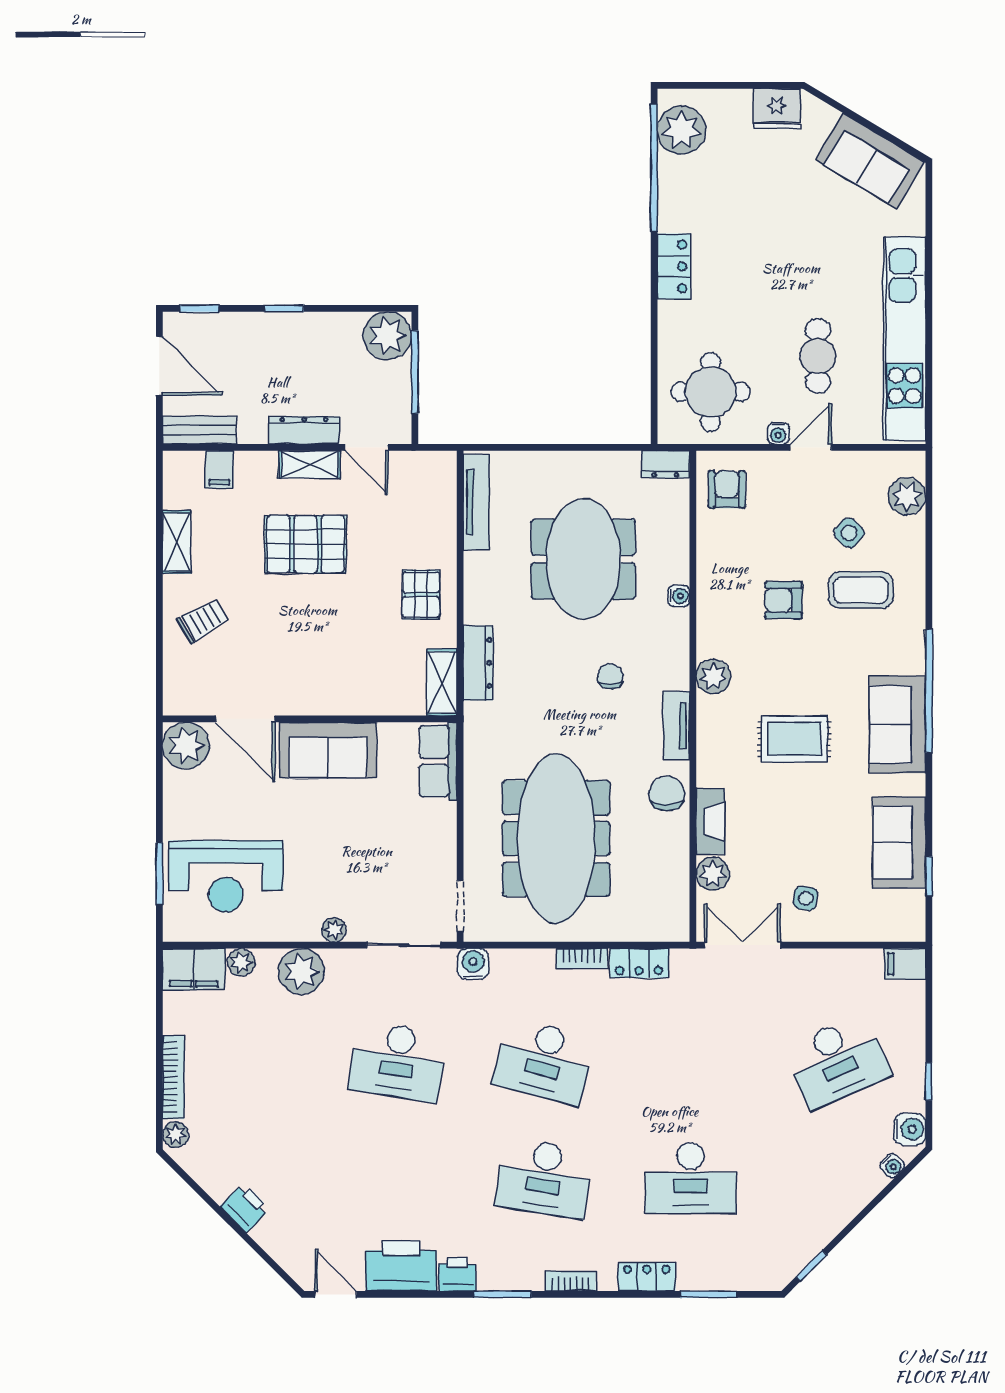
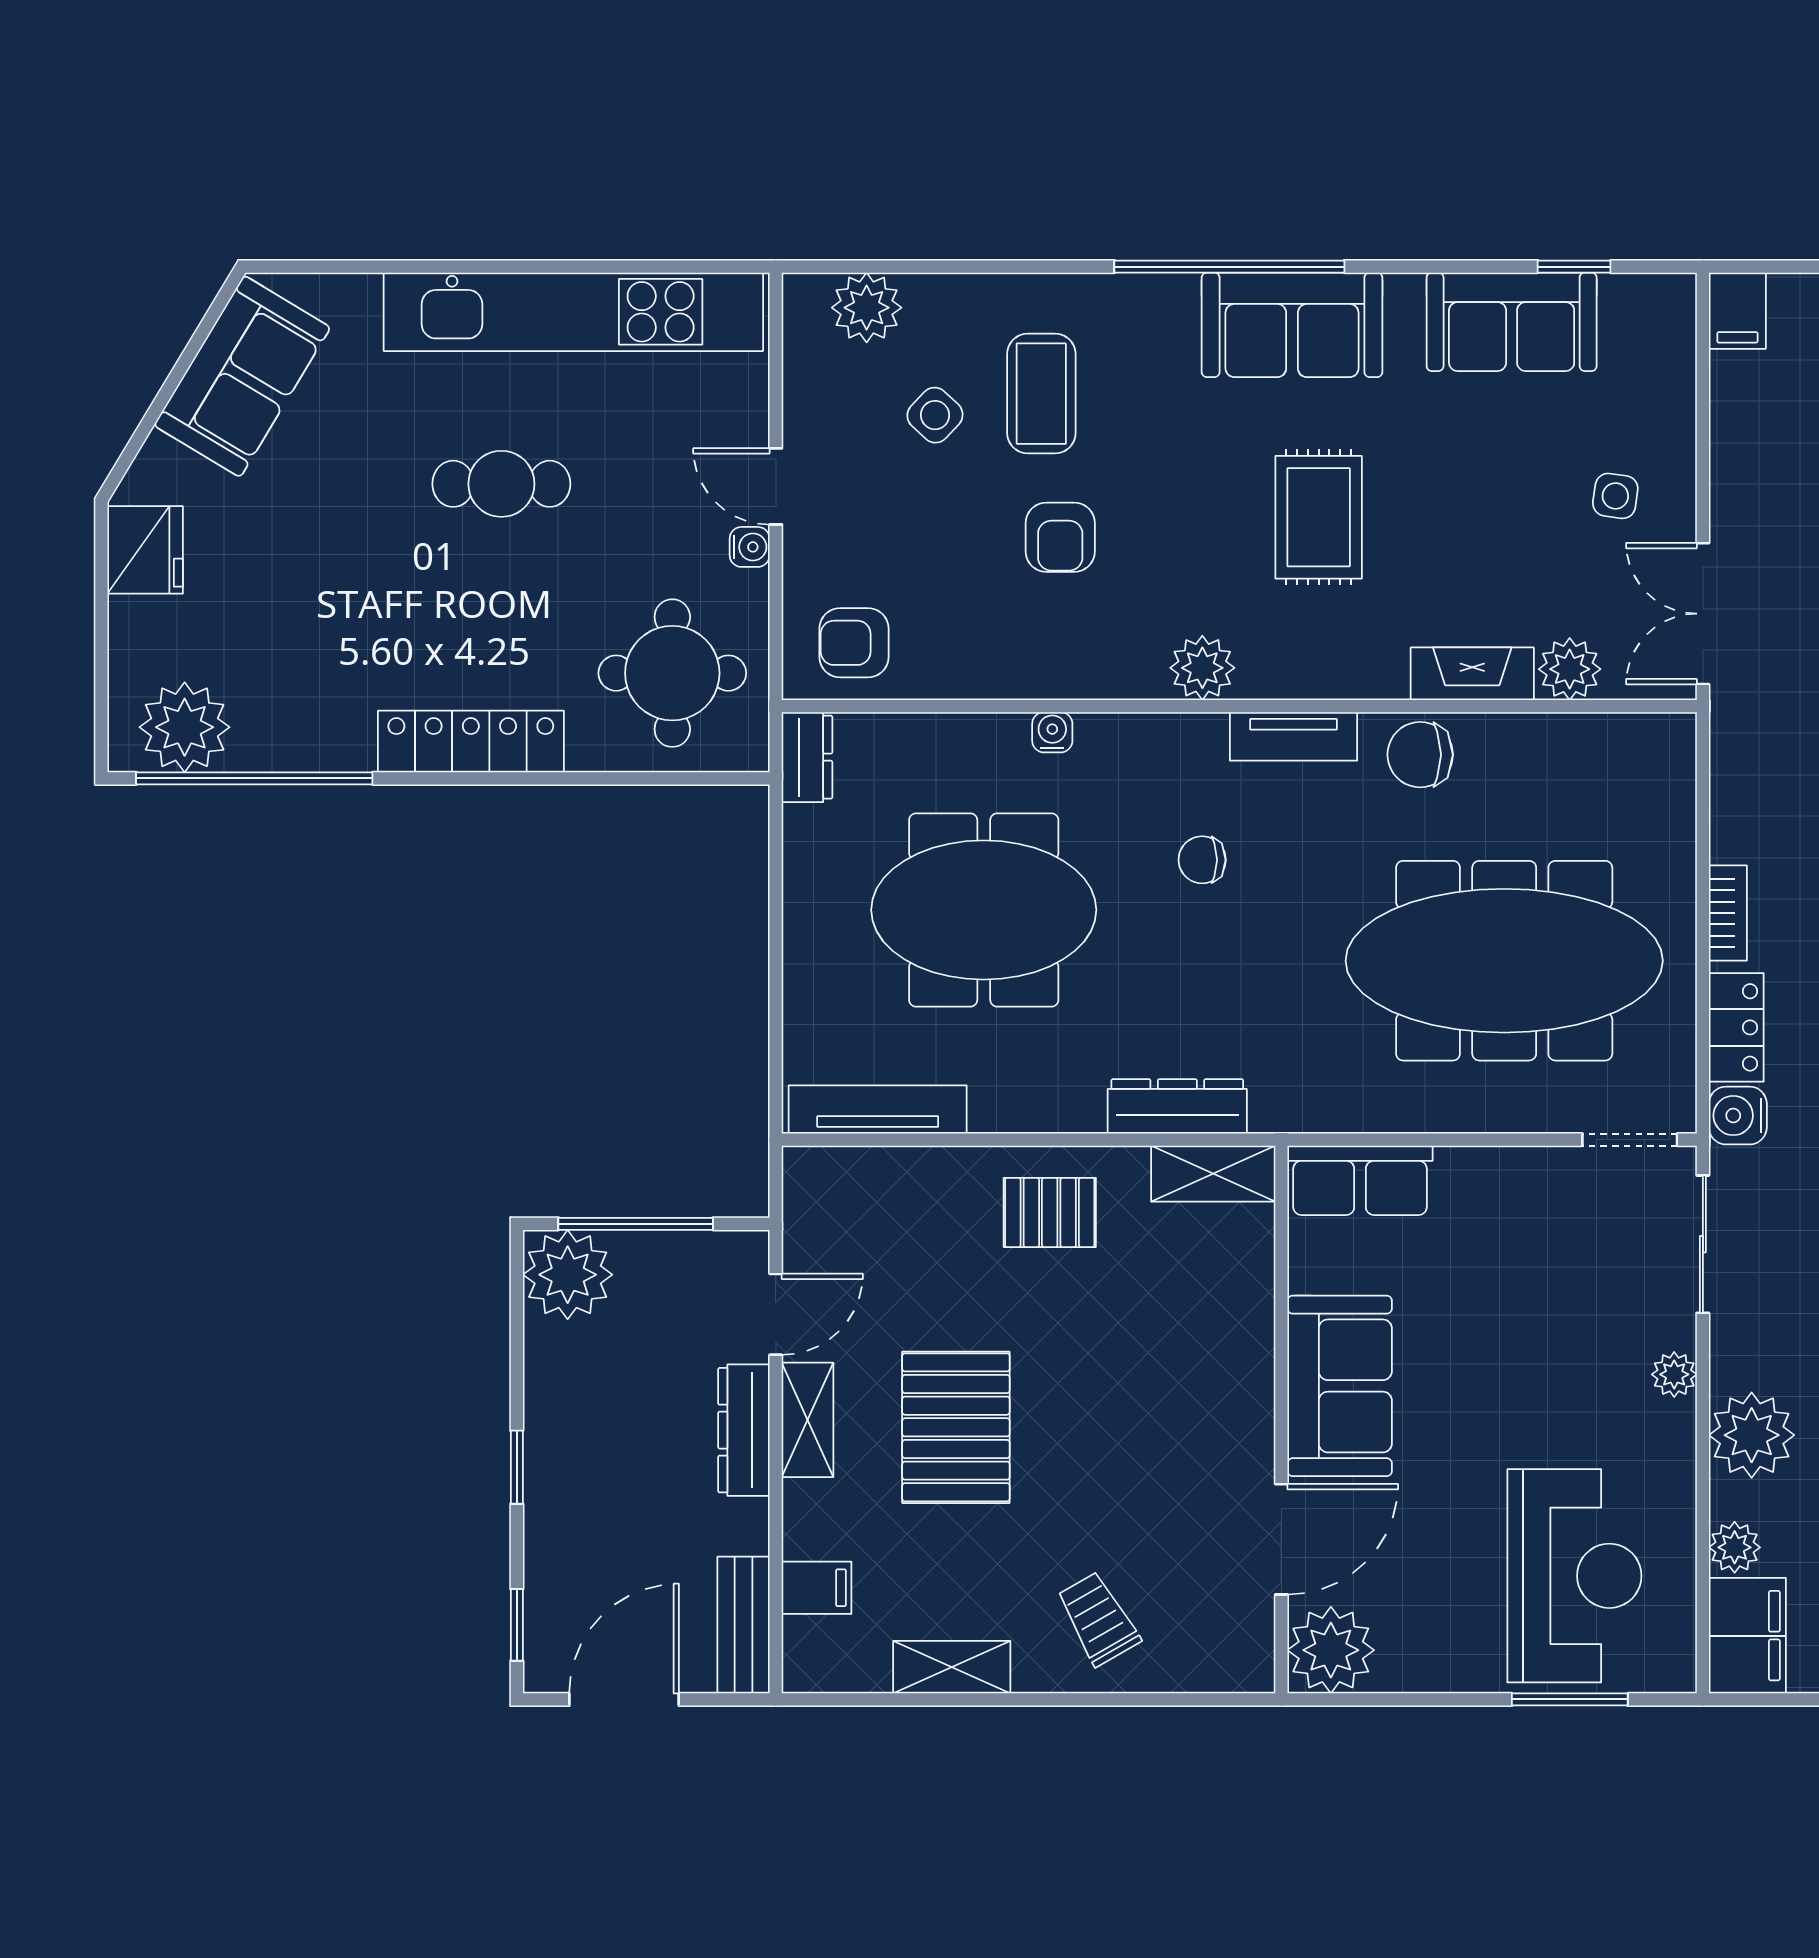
locker: (674, 266) -> (471, 741), width x1.53
cafe table: (818, 356) -> (501, 484), moved
locker: (639, 963) -> (1736, 1027), moved

